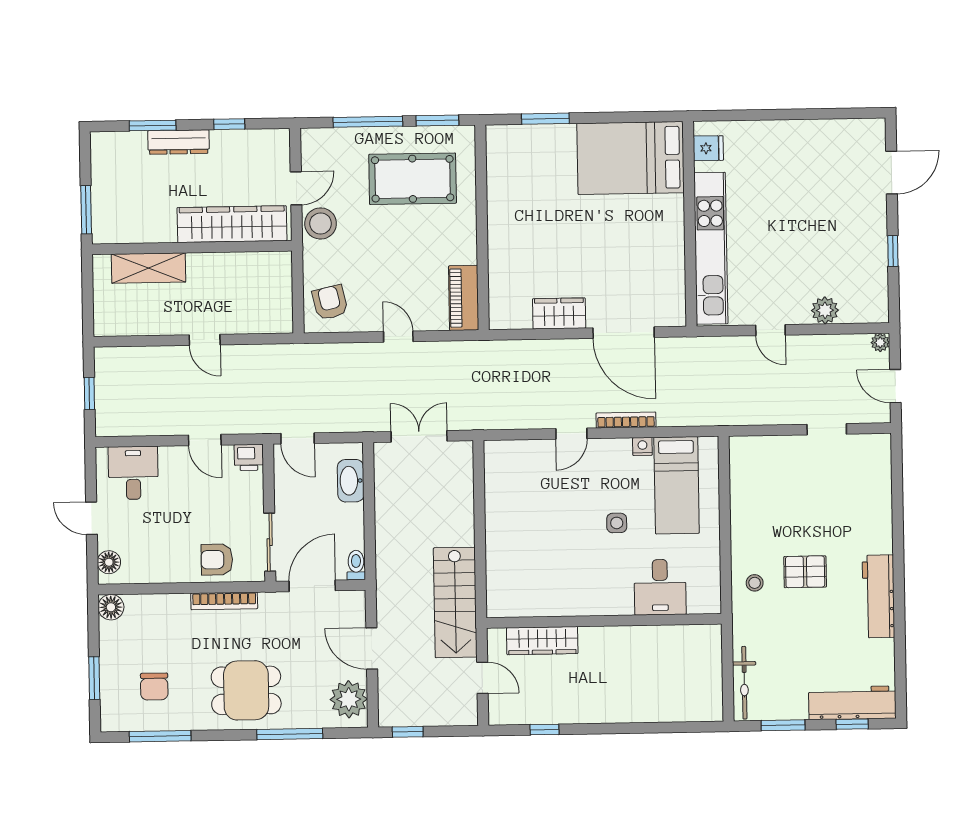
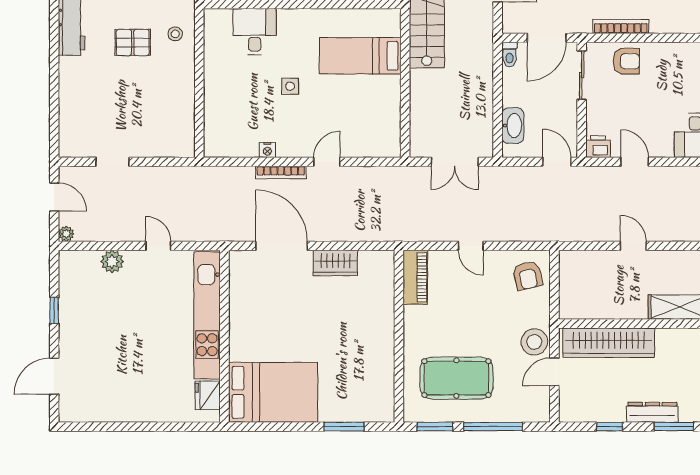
fridge: (708, 148) -> (208, 395), width x1.38
bed: (677, 485) -> (360, 56), moved, turned -90

